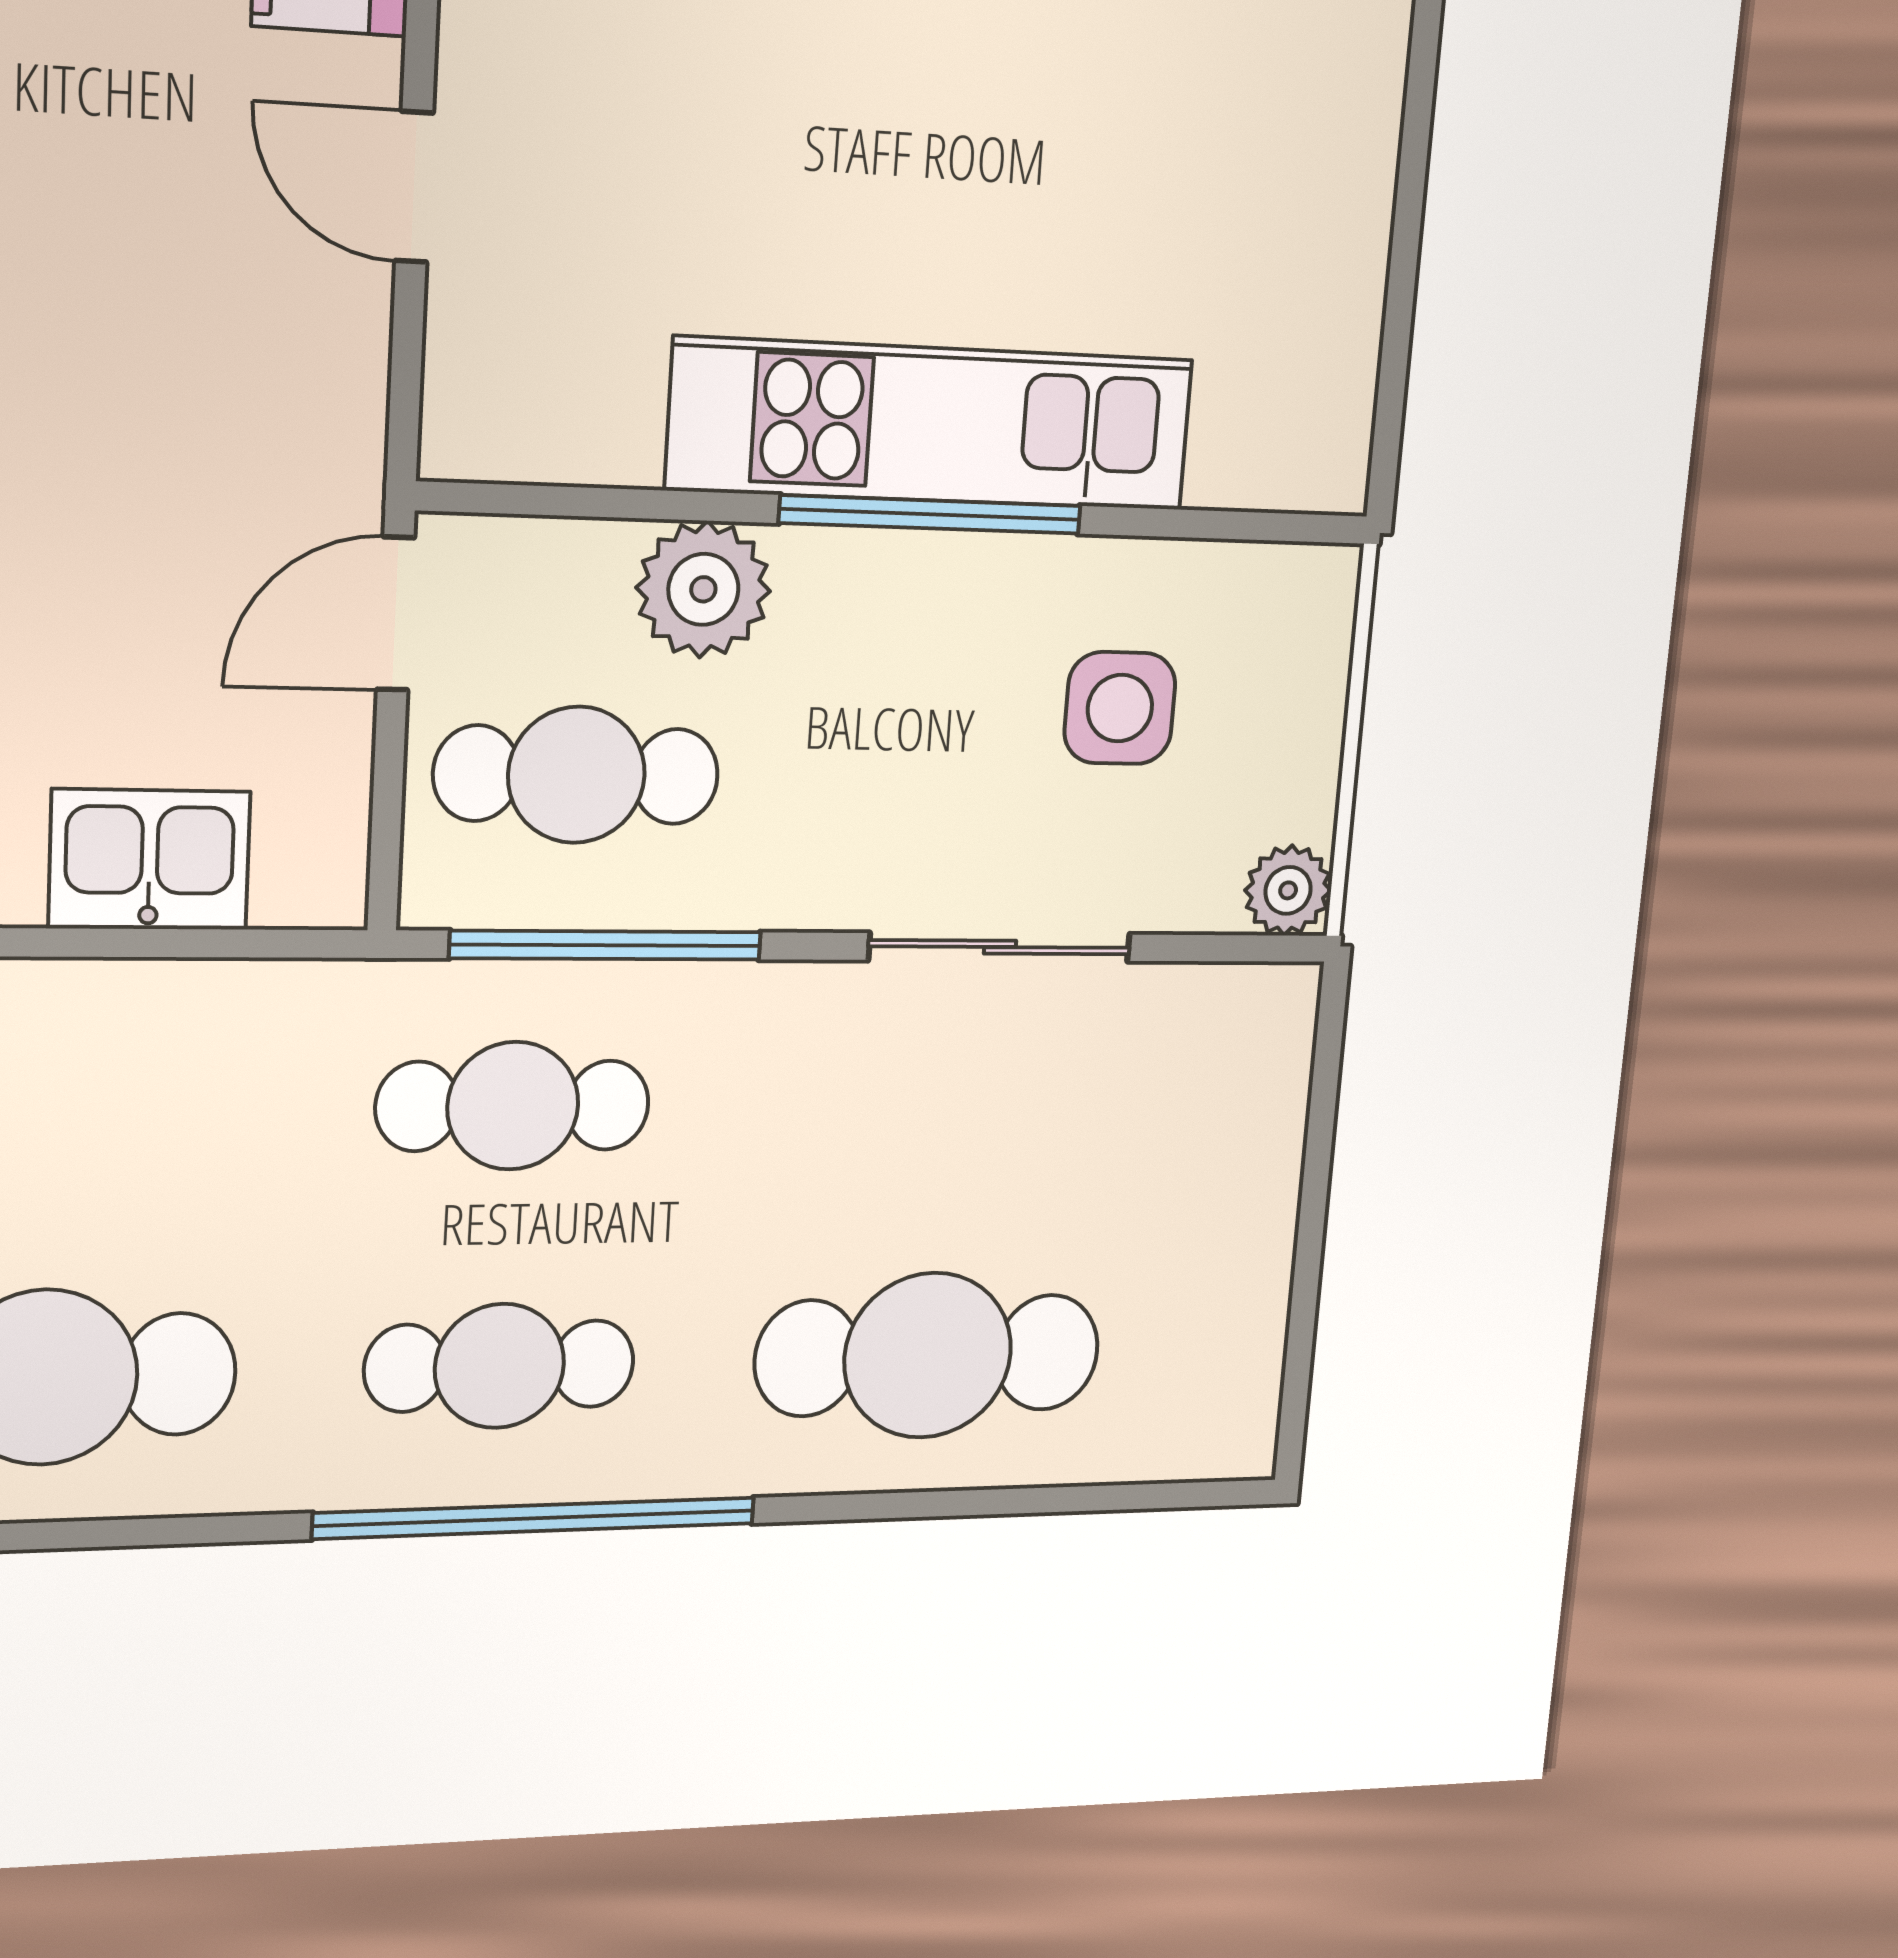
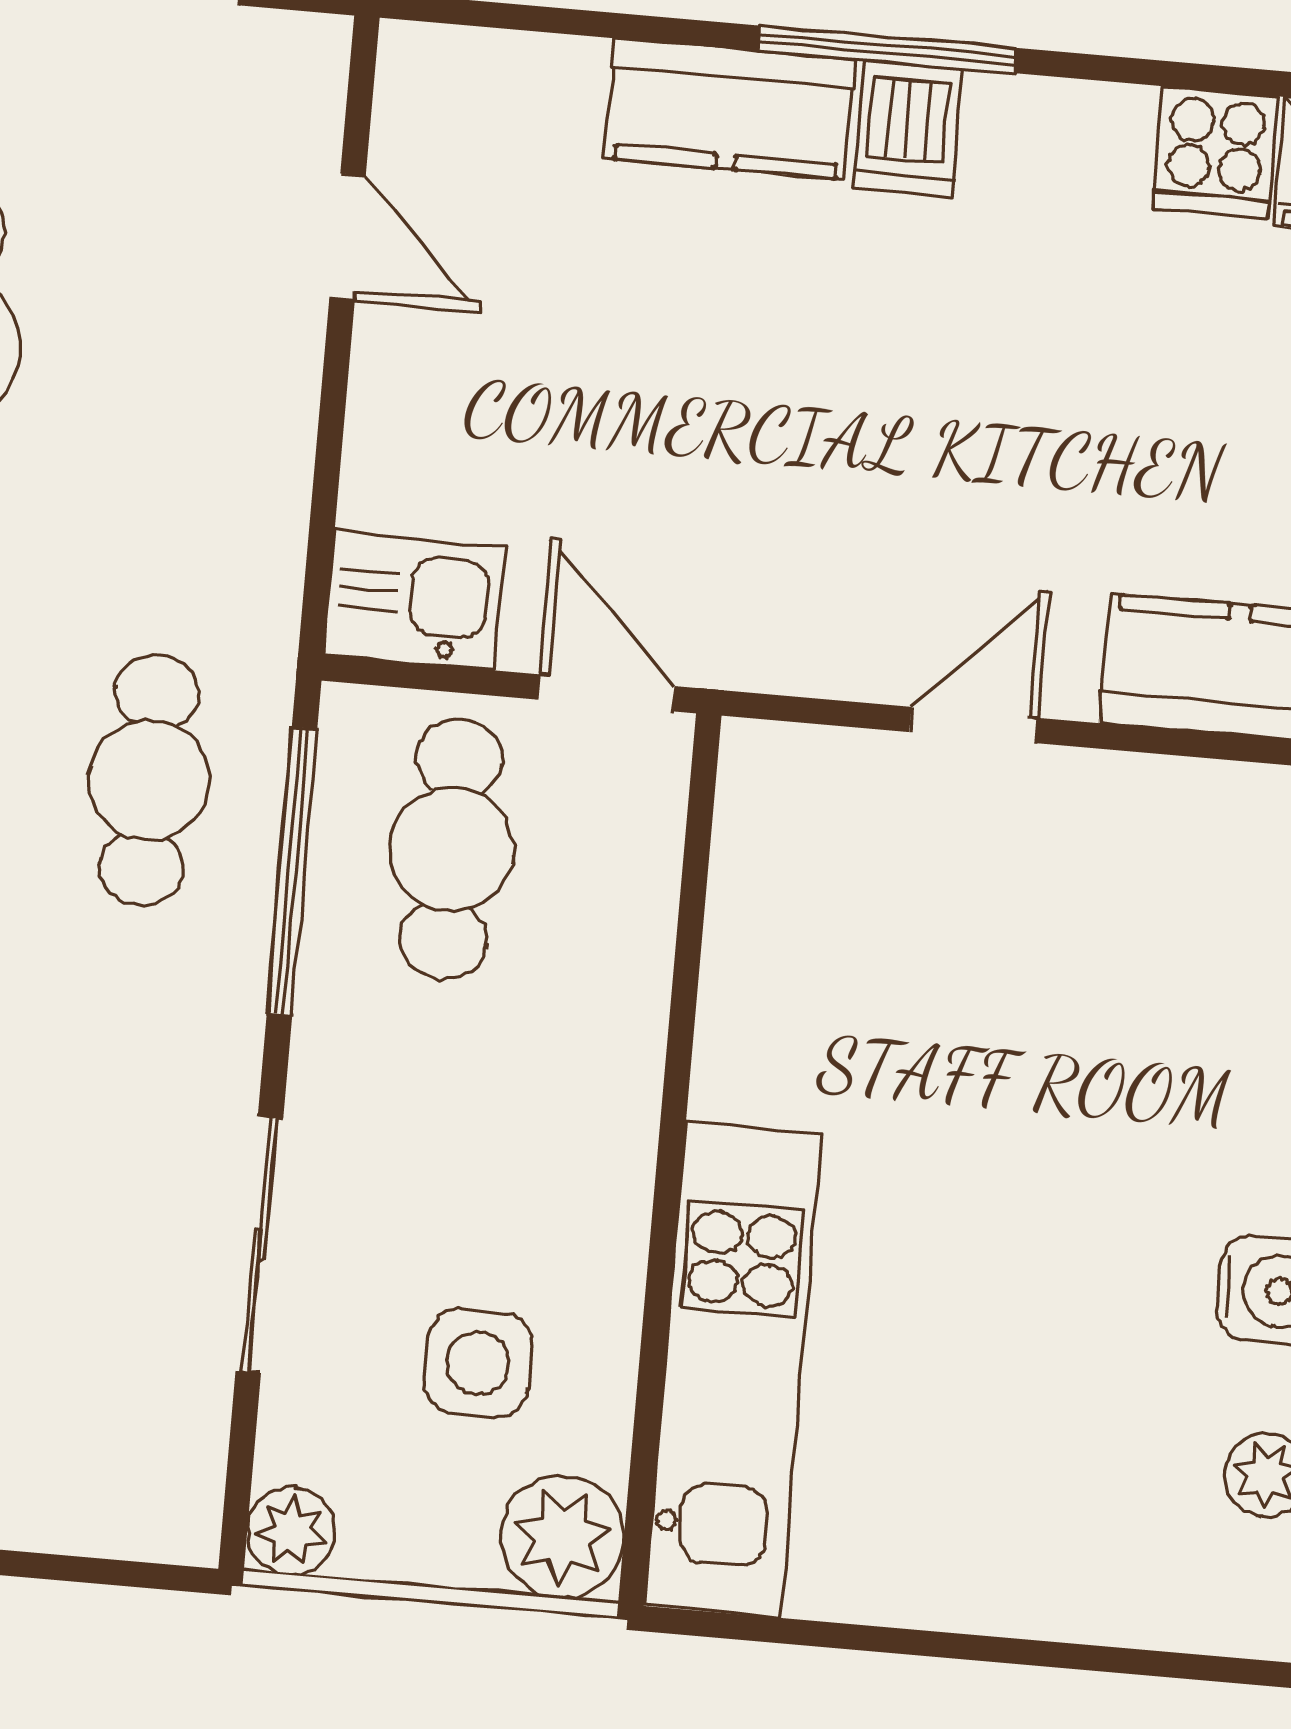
kitchen unit: (932, 424) -> (733, 1370), moved
window: (931, 514) -> (668, 1182), removed
plant: (703, 589) -> (562, 1537), moved
kitchen sink: (150, 860) -> (414, 601), moved, turned -90

